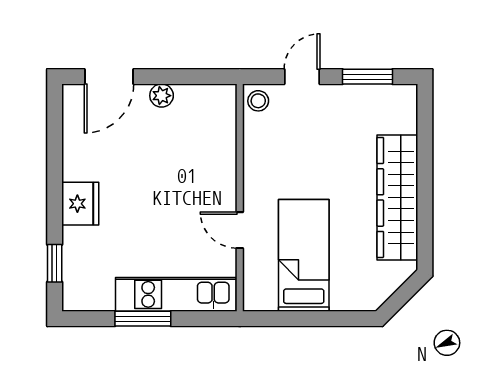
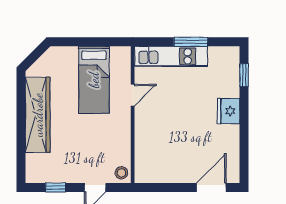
window: (367, 77) -> (56, 187), width x0.67
plant: (162, 96) -> (180, 176), removed
door: (240, 230) -> (133, 95), hinge flipped

